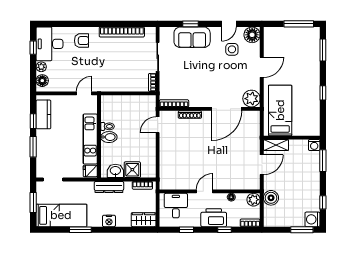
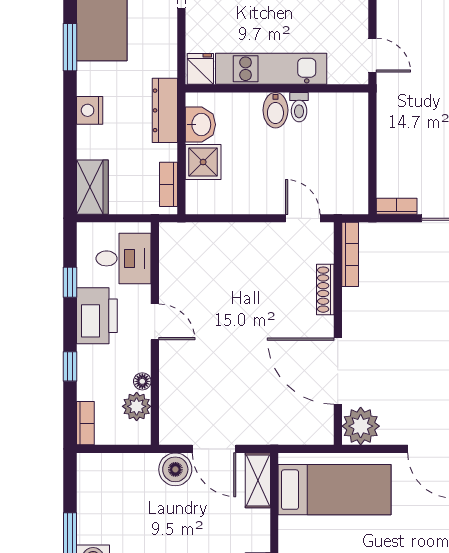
boiler: (271, 198) -> (175, 469), moved
plant: (254, 200) -> (137, 406), moved
printer: (214, 218) -> (97, 316), moved

